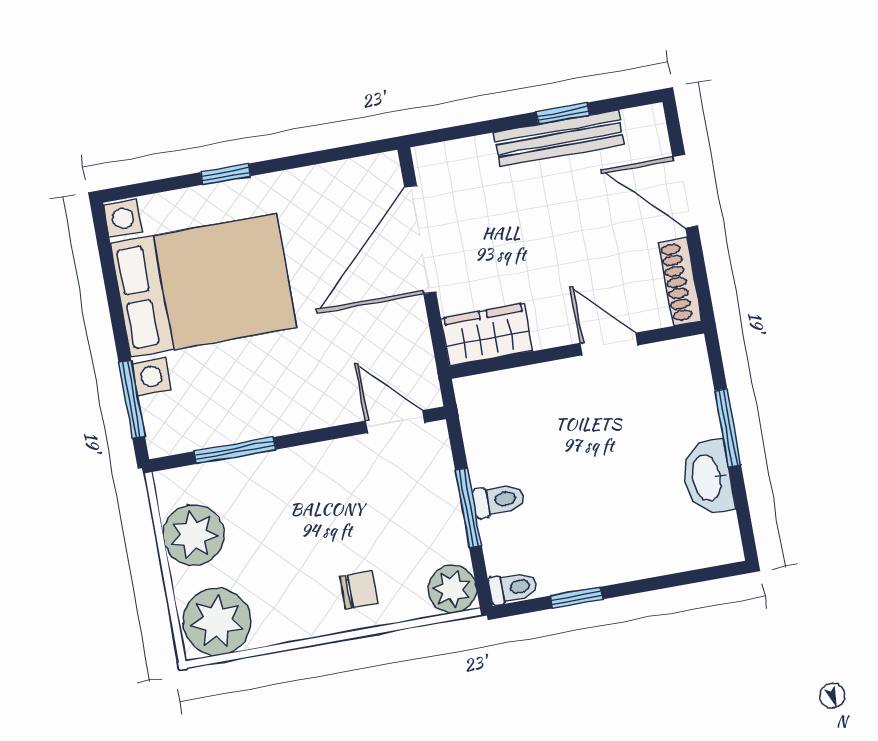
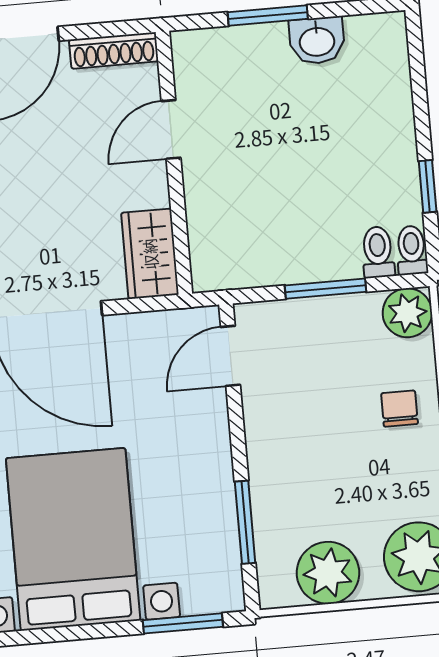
washbasin: (708, 478) -> (317, 41), width x0.72
toilet: (498, 500) -> (378, 252), moved

